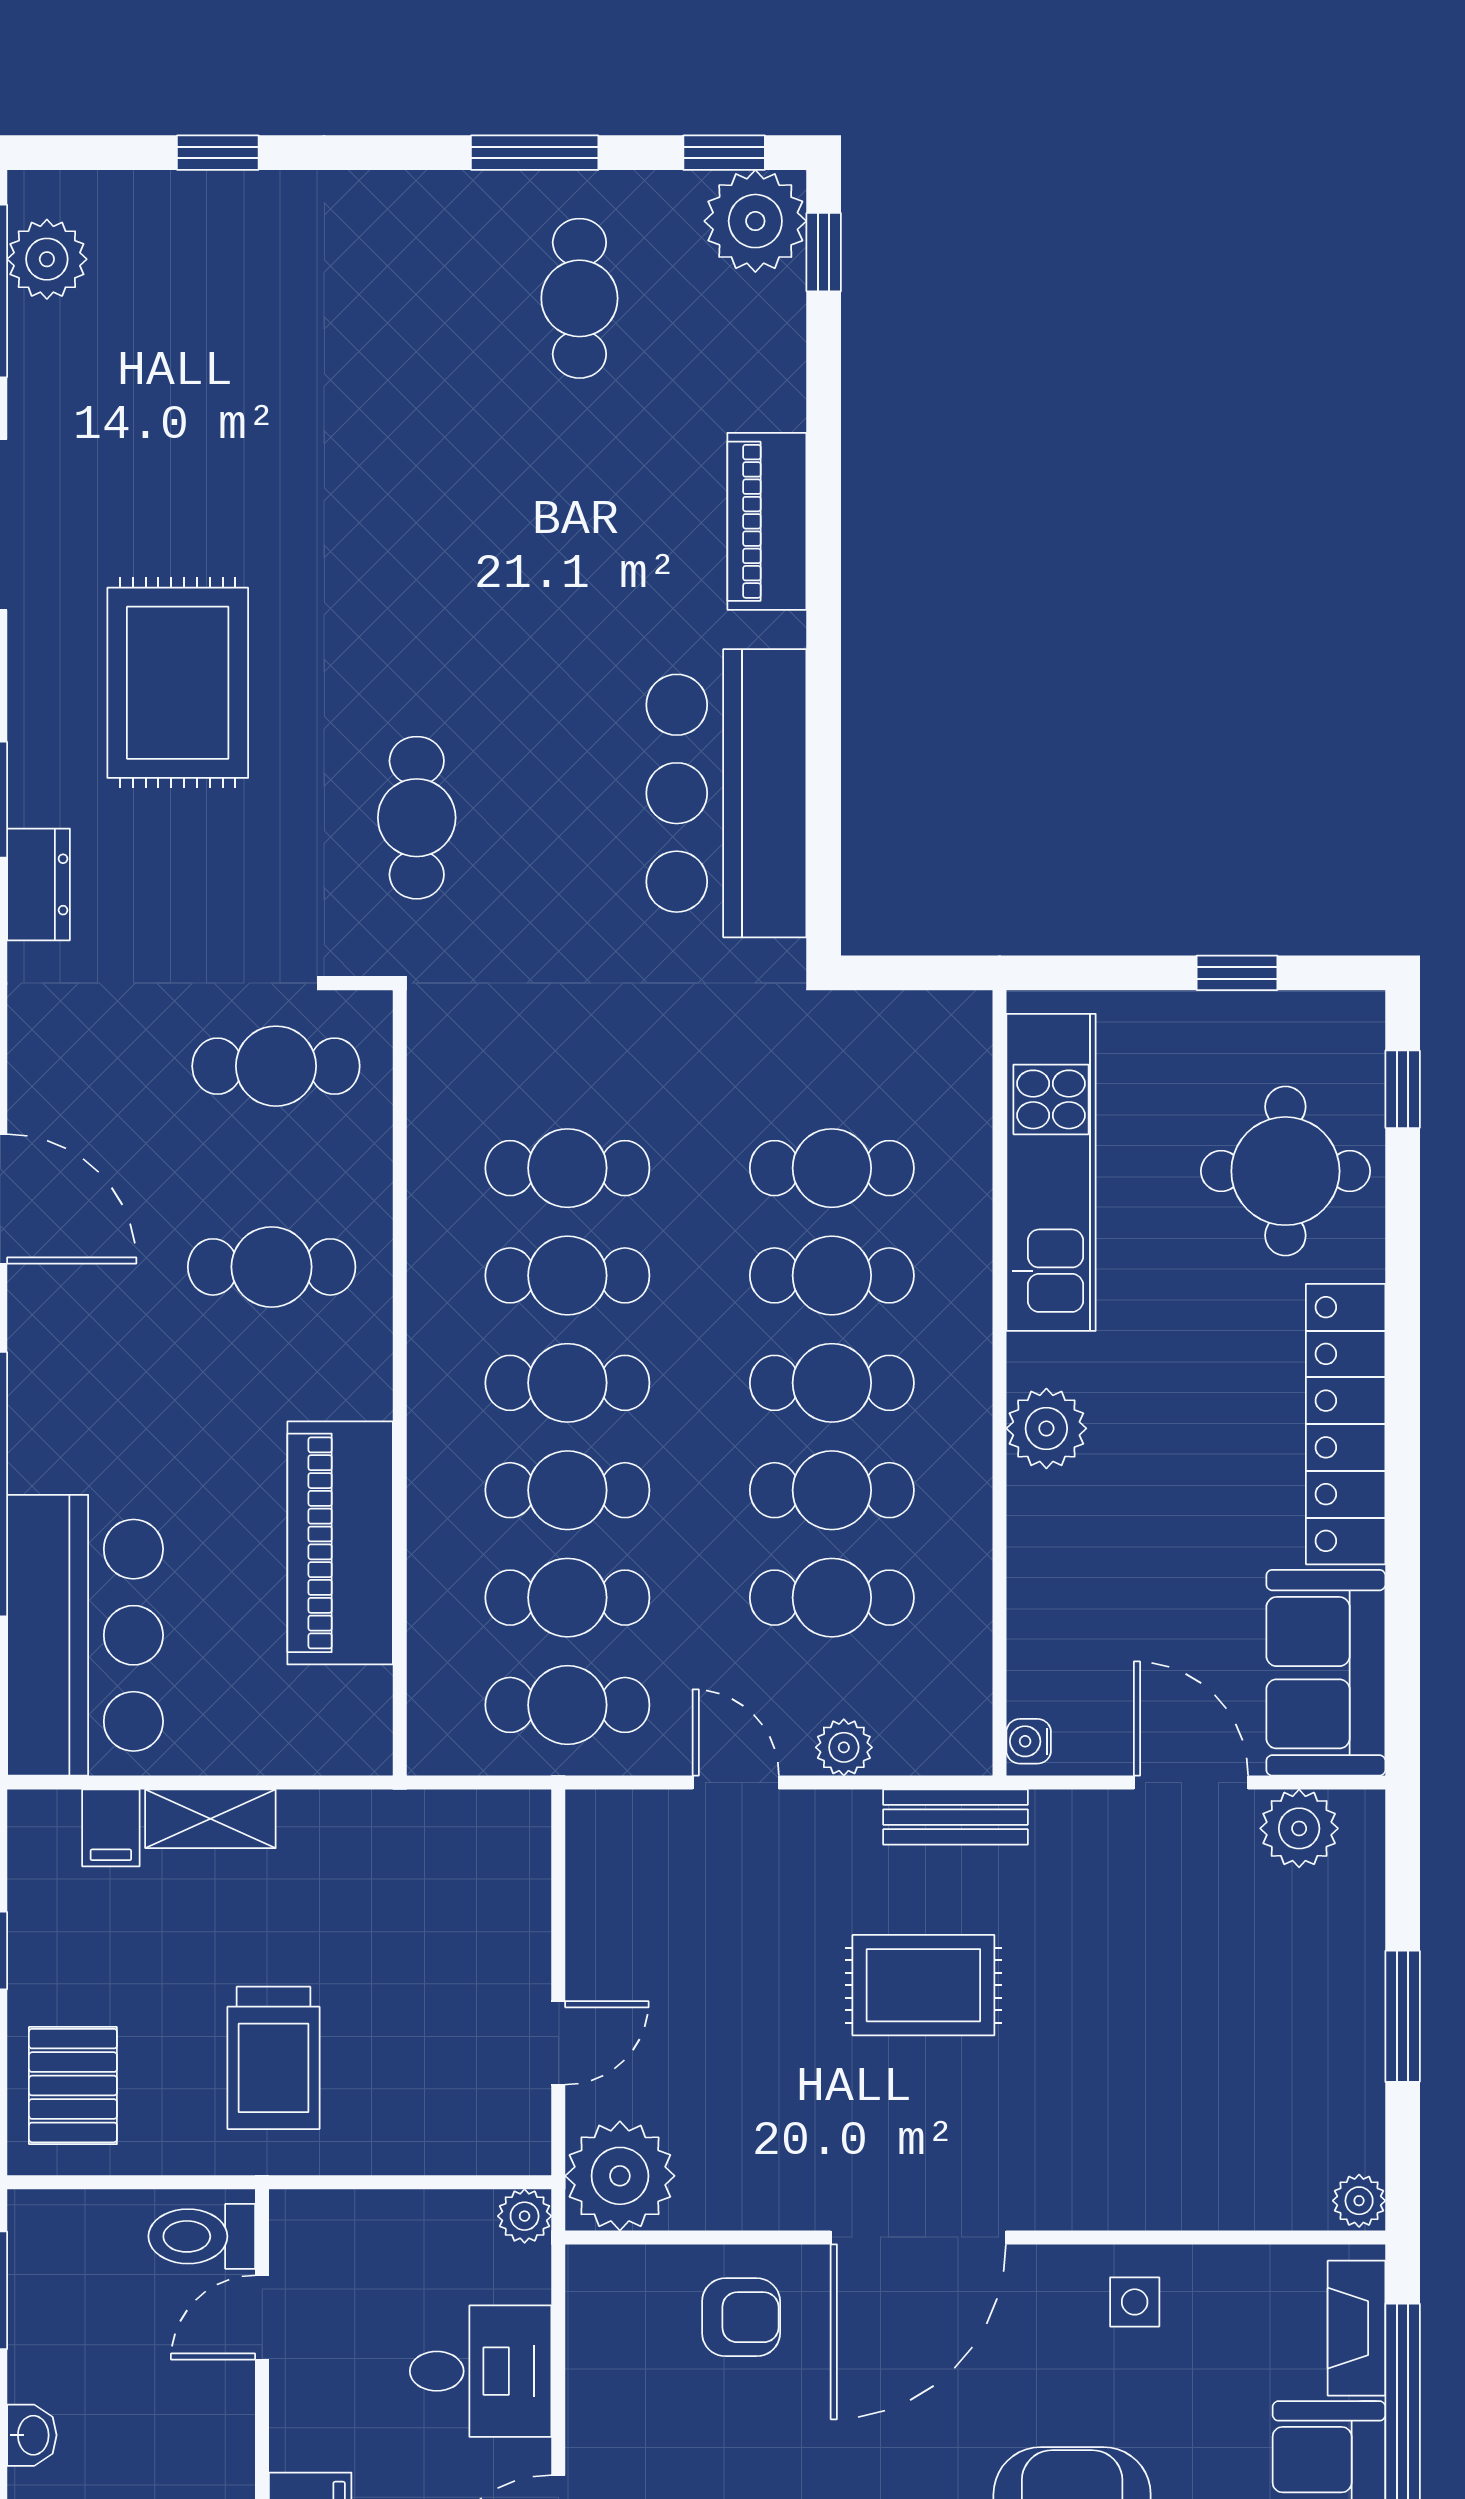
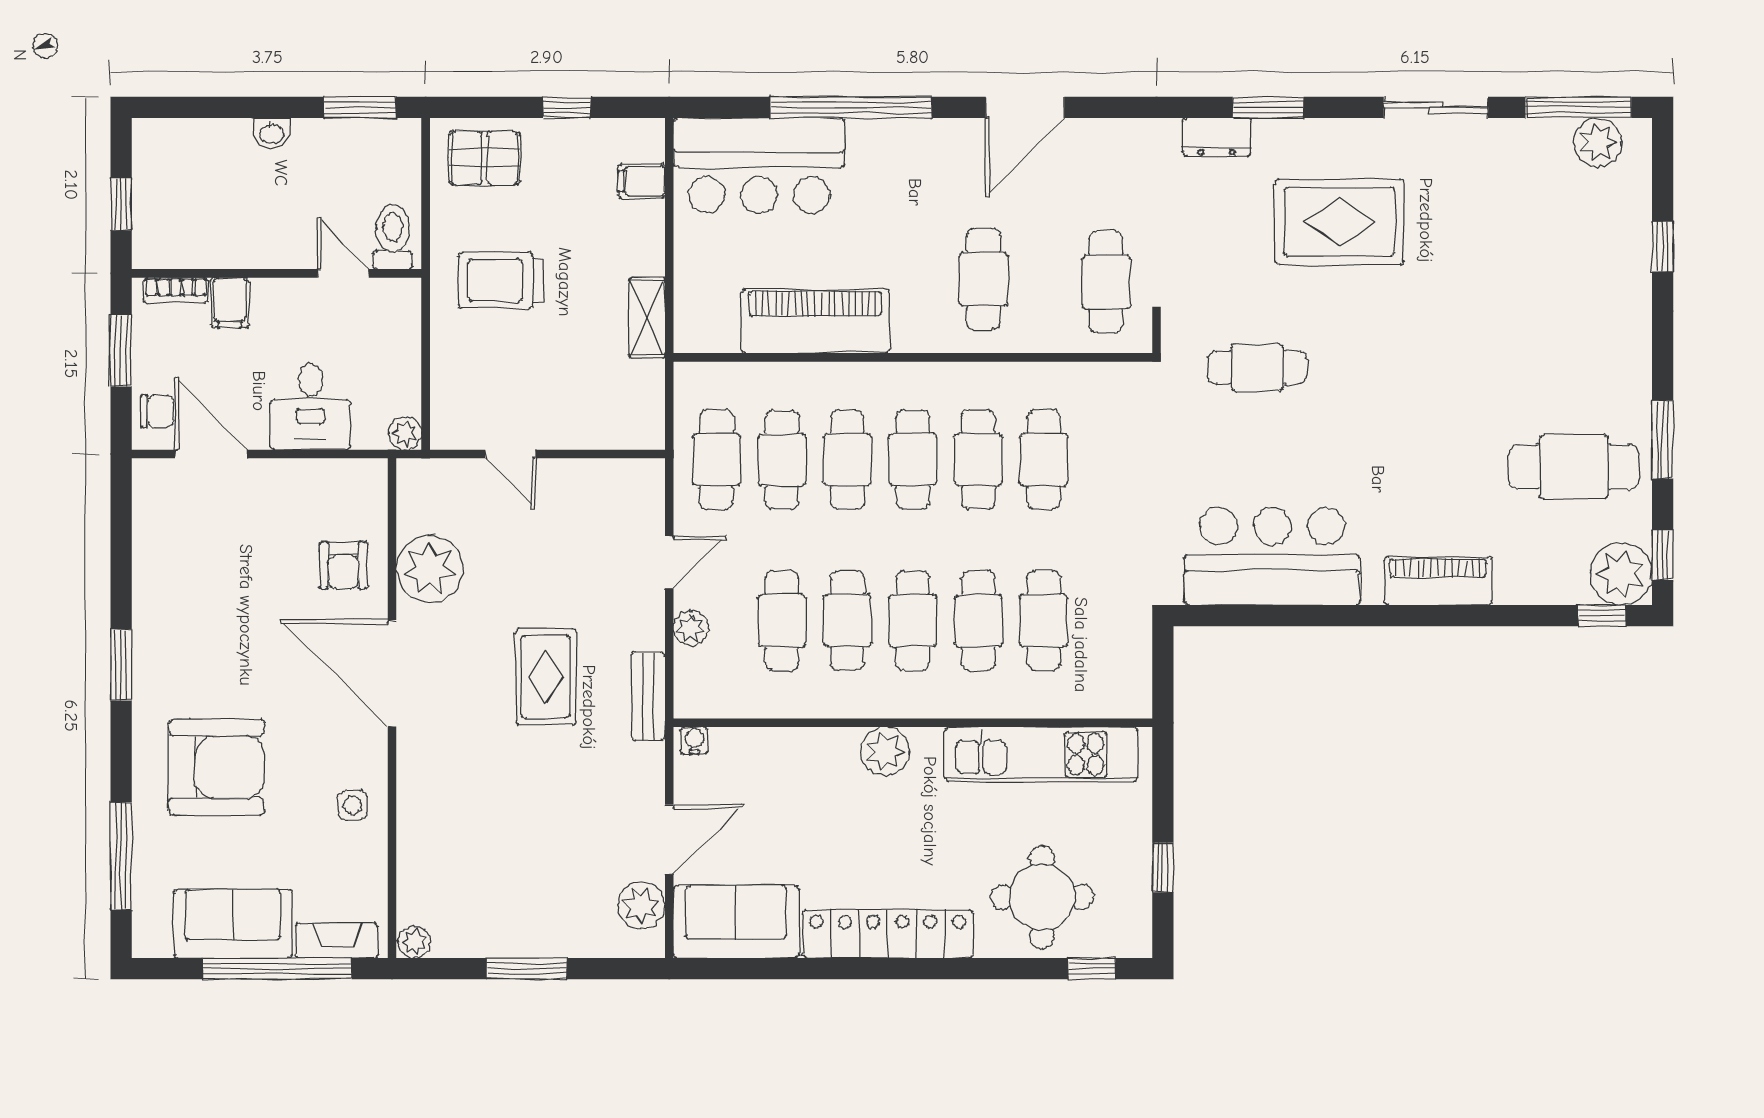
cafe table: (579, 298) -> (1574, 467), width x1.37, depth x1.35
shelving: (210, 1819) -> (647, 318), moved
plant: (620, 2176) -> (430, 569), moved

